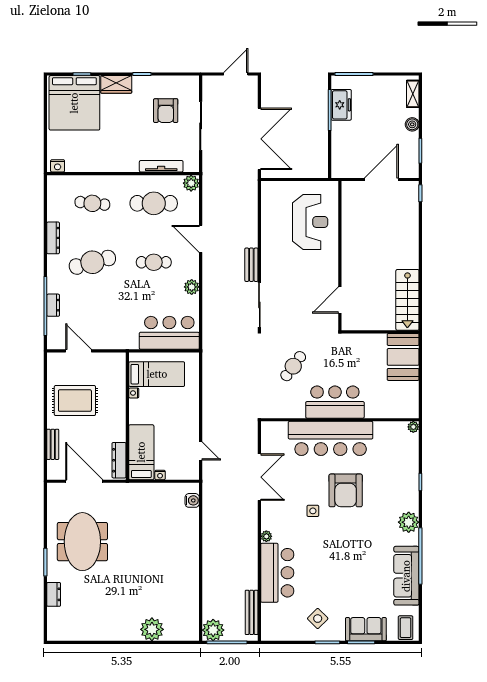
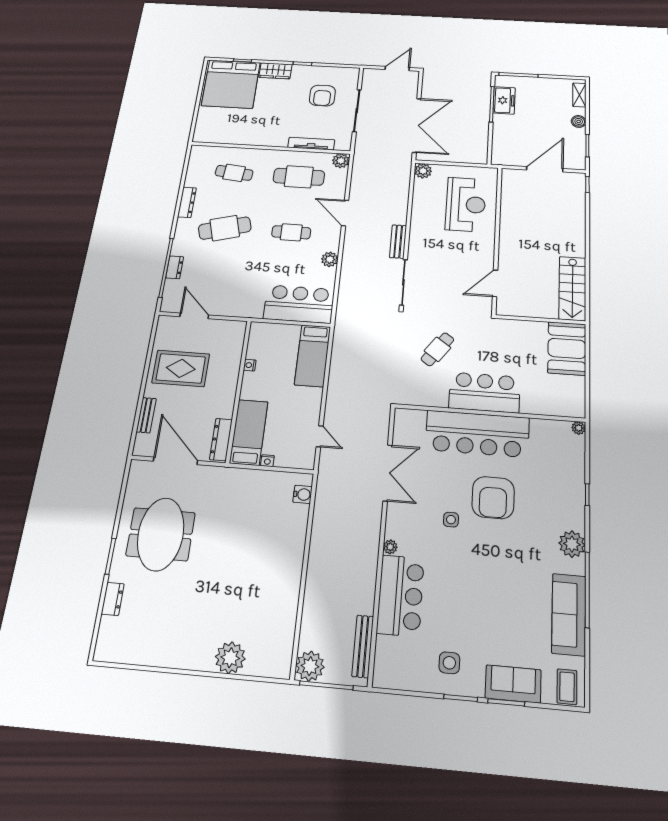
nightstand: (58, 166) -> (204, 137), removed
plant: (269, 189) -> (423, 171), added
bed: (157, 374) -> (313, 356), moved, turned 90
side table: (318, 619) -> (449, 663), turned 45

